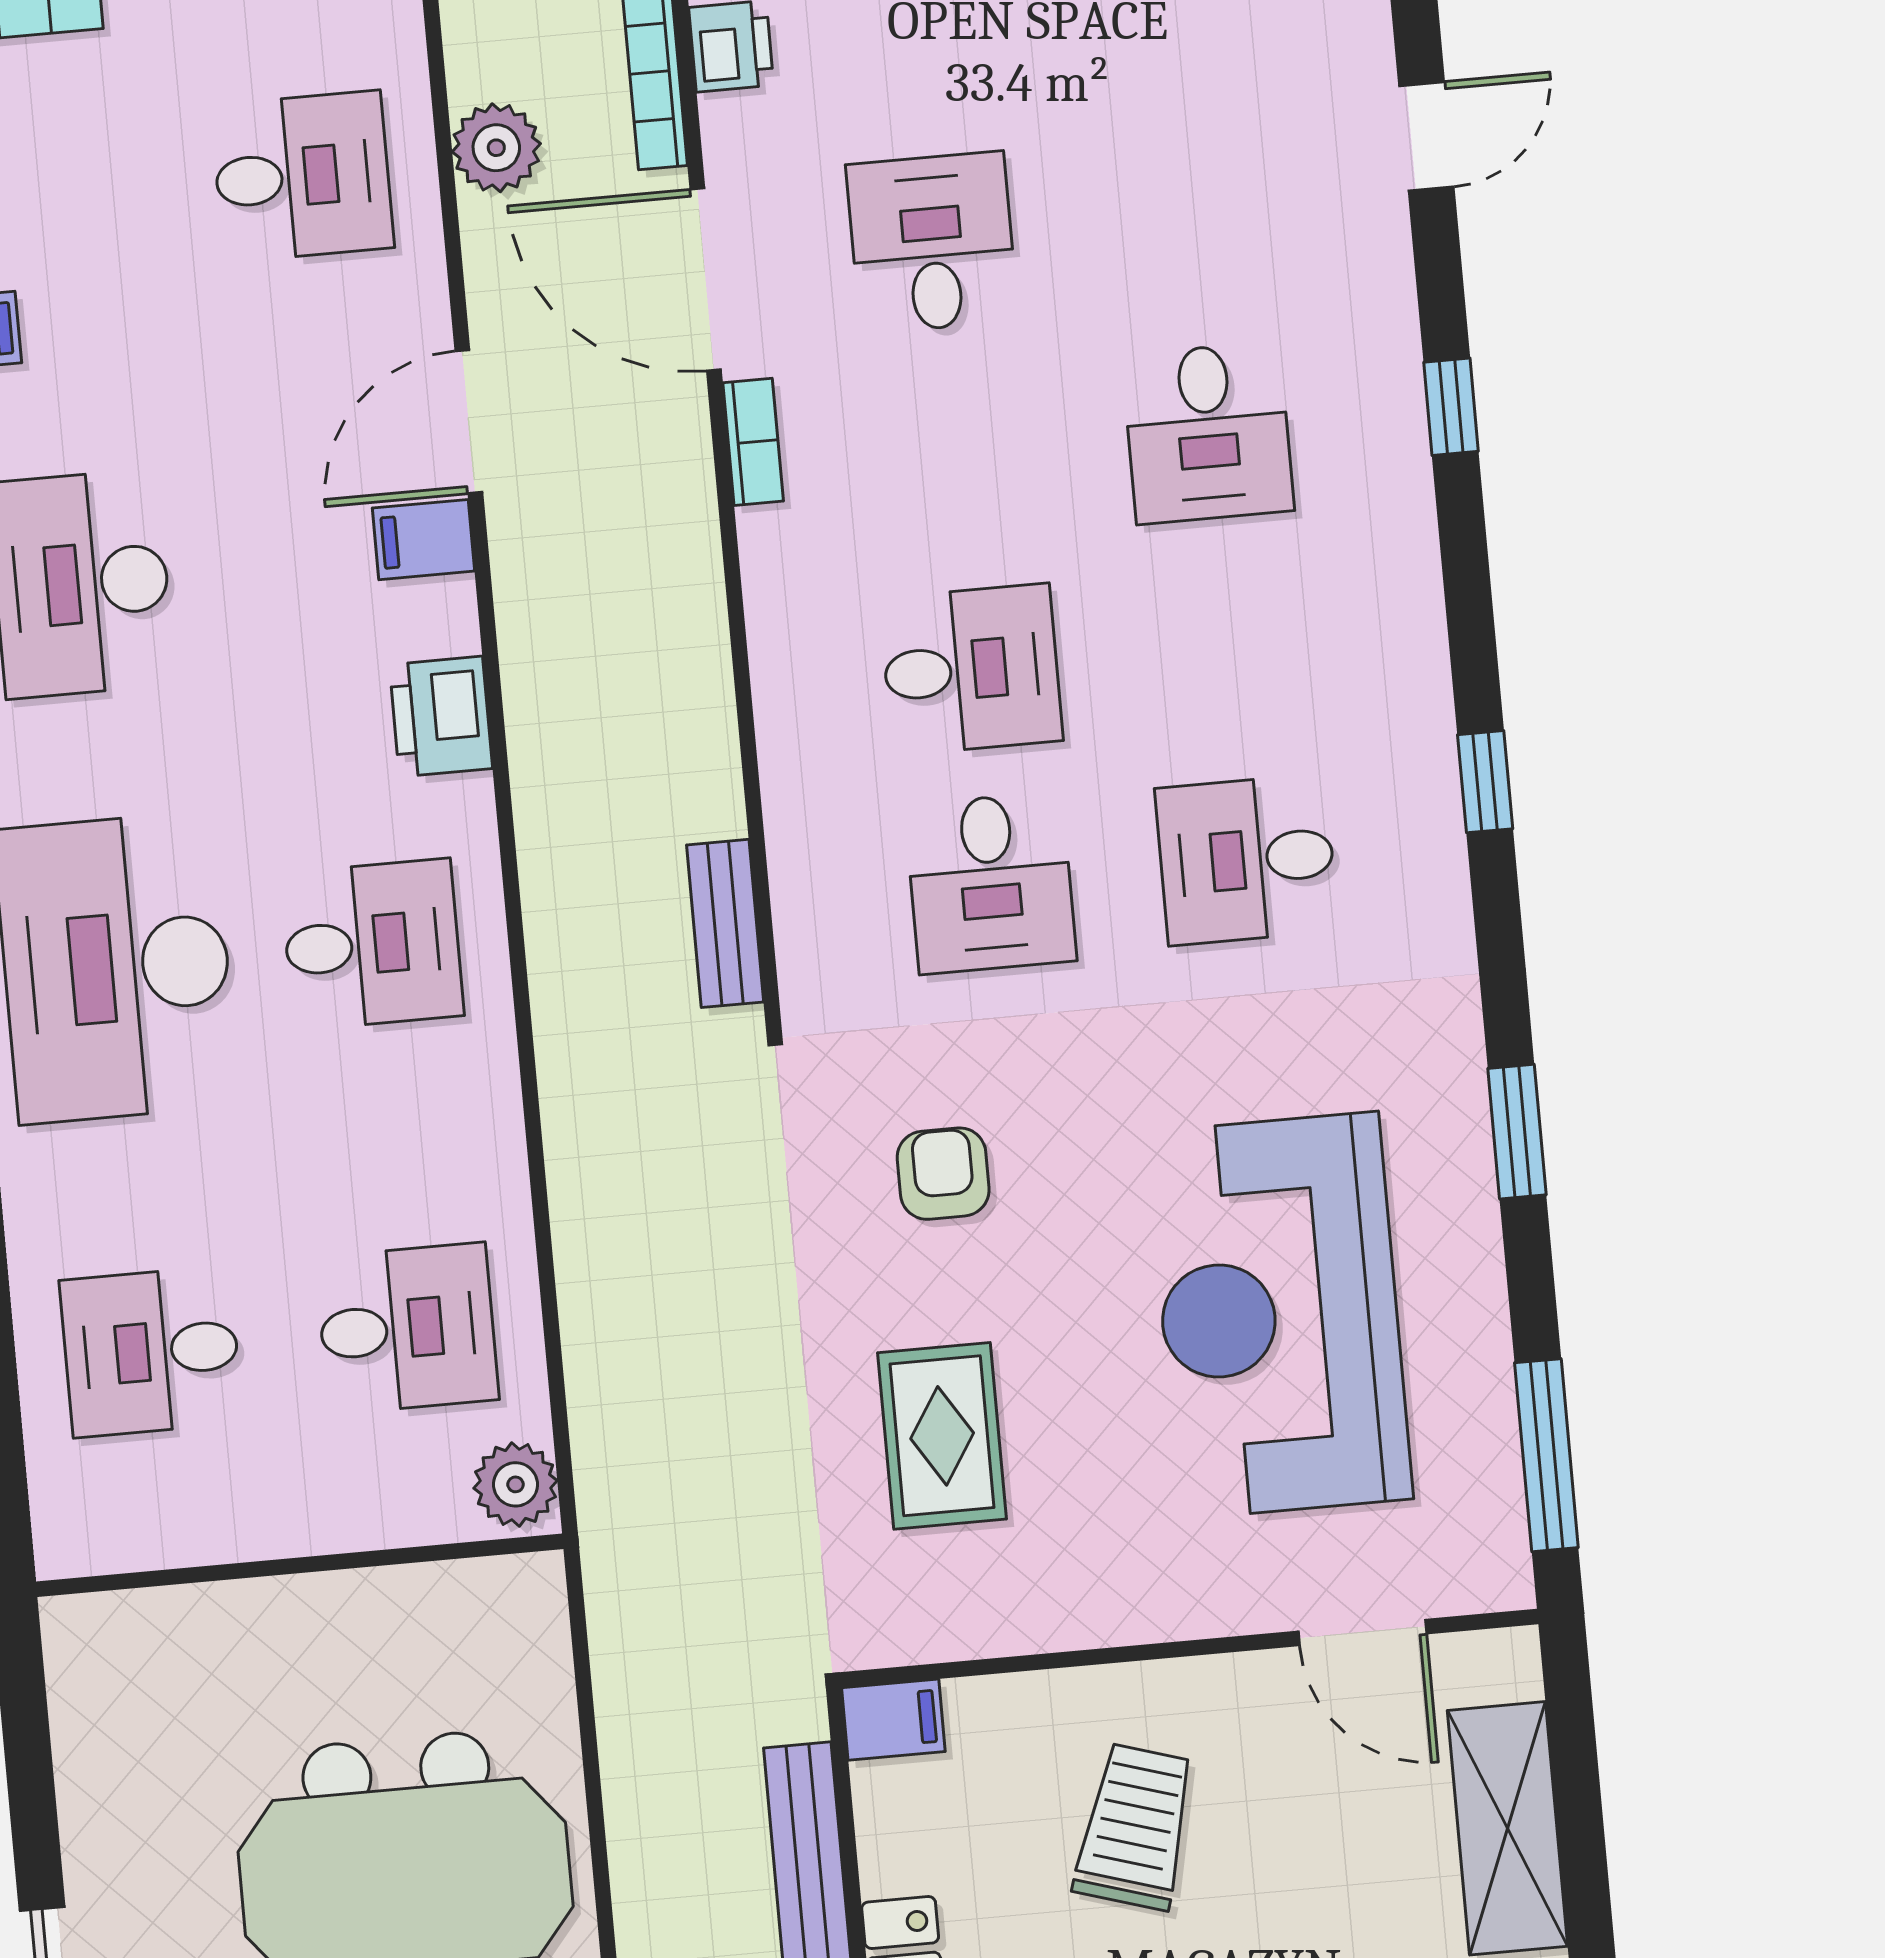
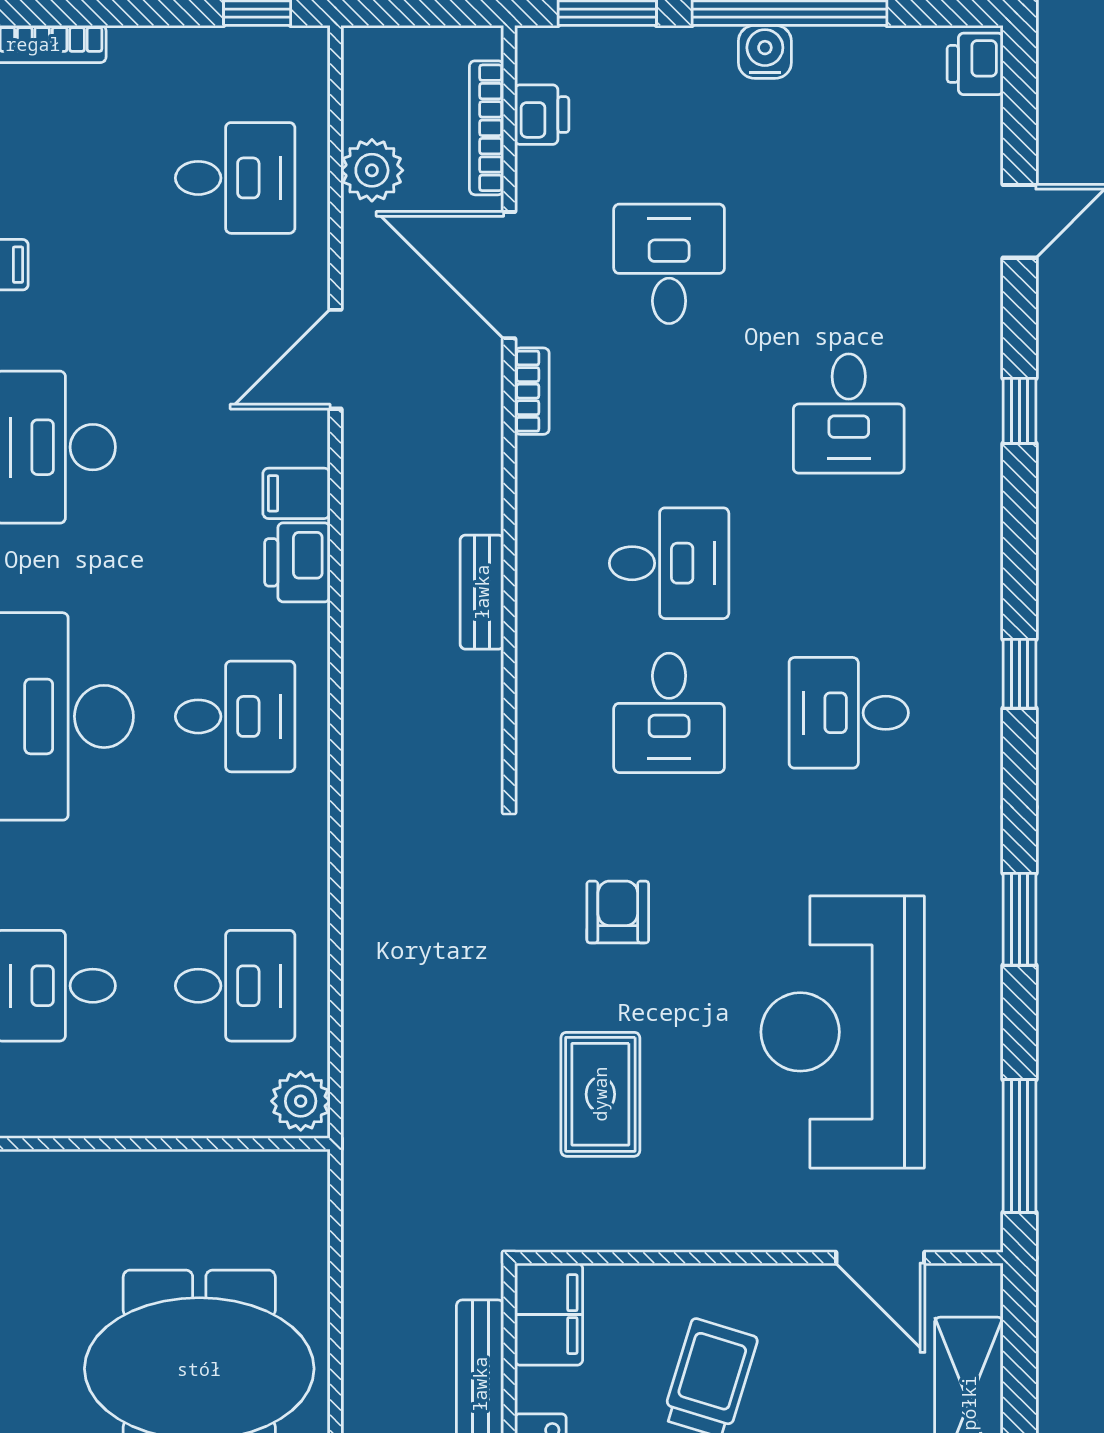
filing cabinet: (423, 540) -> (296, 493), moved
bench: (725, 923) -> (482, 592), moved
filing cabinet: (893, 1720) -> (549, 1314), width x2.00

